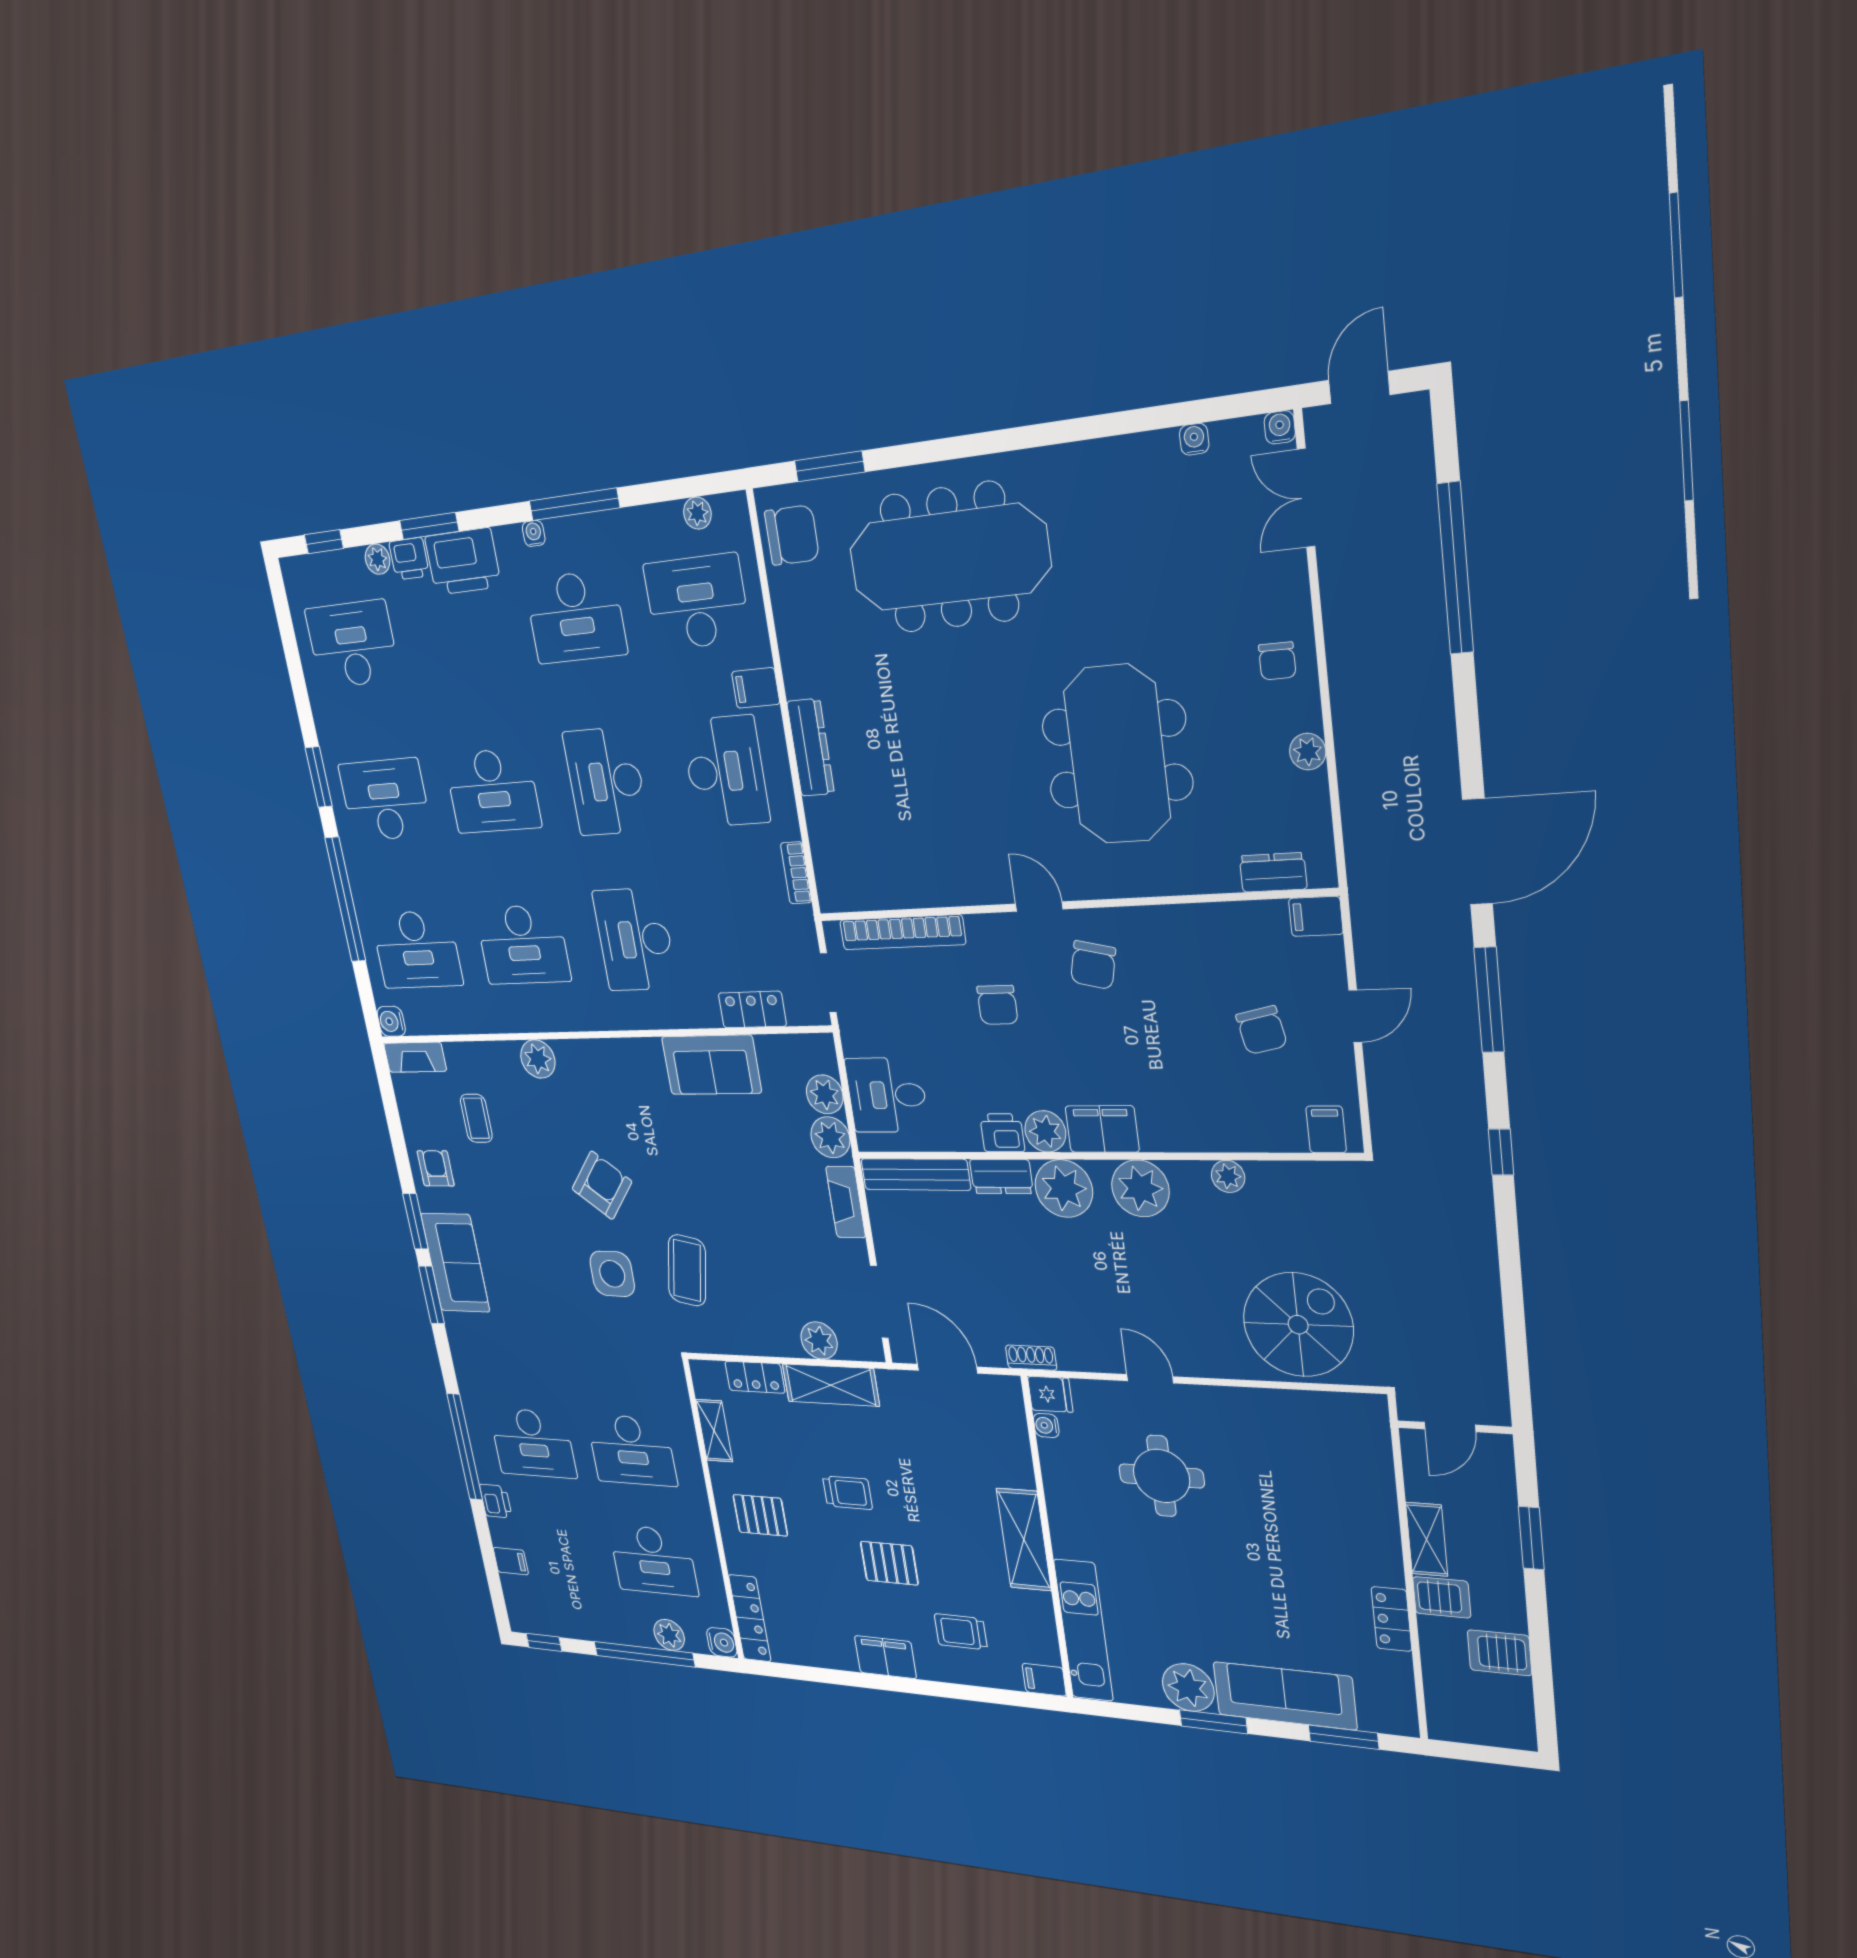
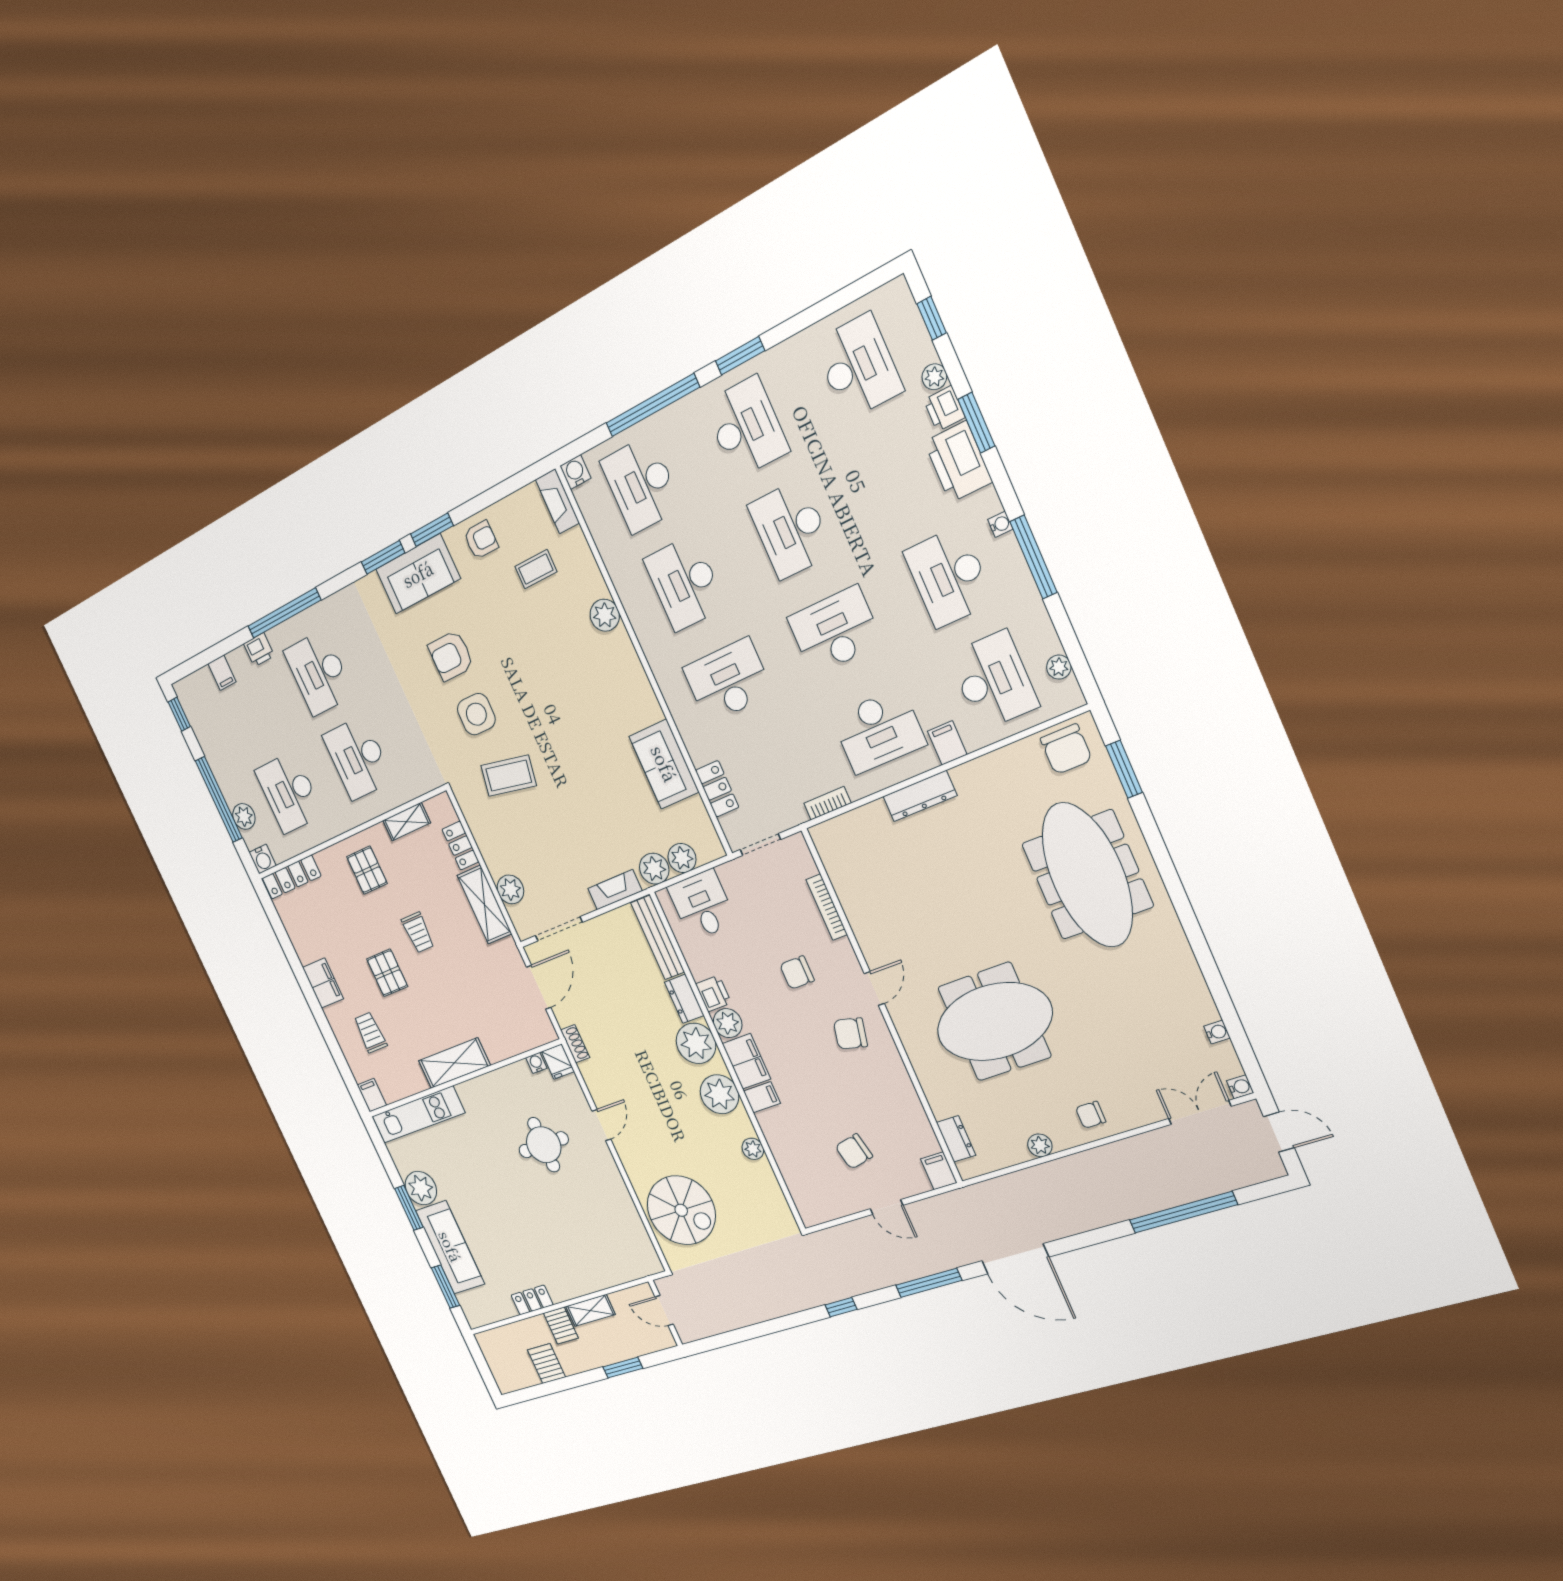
bookcase: (902, 932) -> (827, 907), width x0.68, depth x0.76
filing cabinet: (1326, 1129) -> (762, 1097), moved
armchair: (602, 1185) -> (451, 656), moved, turned 142

